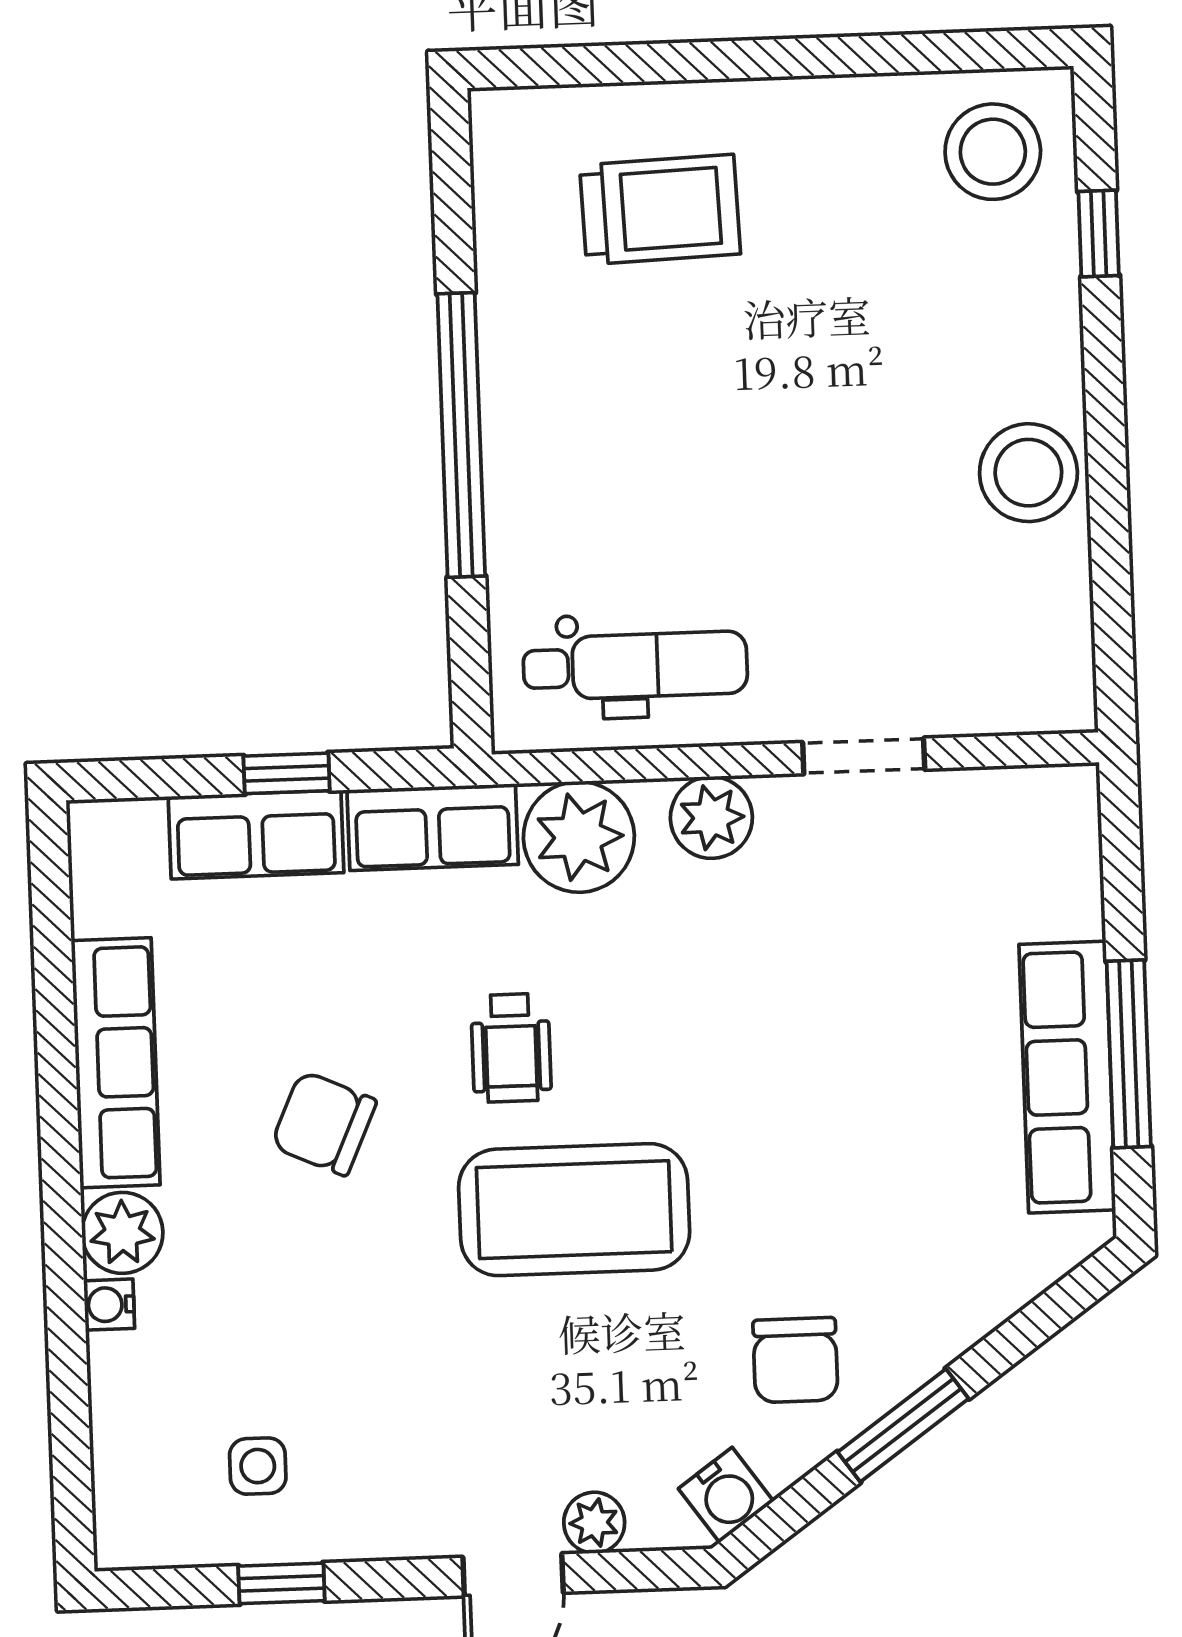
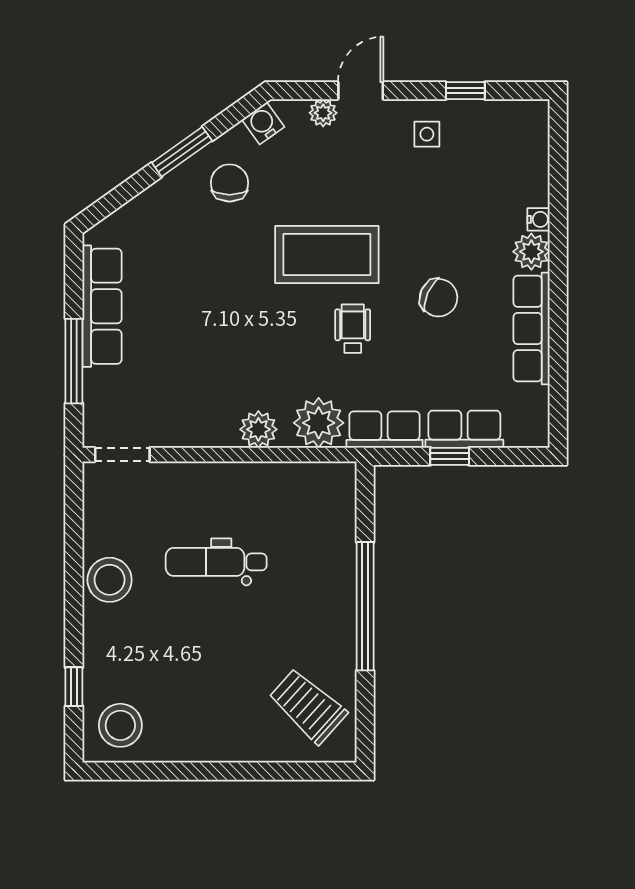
trolley: (660, 209) -> (308, 706), moved, turned 44
dental chair: (635, 666) -> (216, 562), moved
doorway: (864, 756) -> (122, 455), moved
window: (1129, 1054) -> (74, 361), moved
side table: (258, 1466) -> (427, 134), moved

